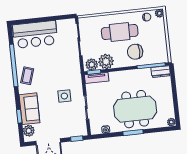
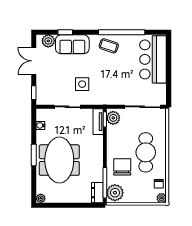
plant: (106, 61) -> (115, 193), moved

